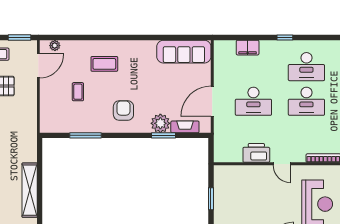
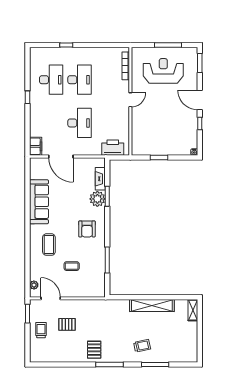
filing cabinet: (248, 48) -> (36, 146), moved
sofa: (184, 52) -> (39, 202), moved
door: (212, 101) -> (61, 156), moved
armchair: (123, 110) -> (87, 229), turned -90
printer: (256, 153) -> (113, 148), moved, turned 90

